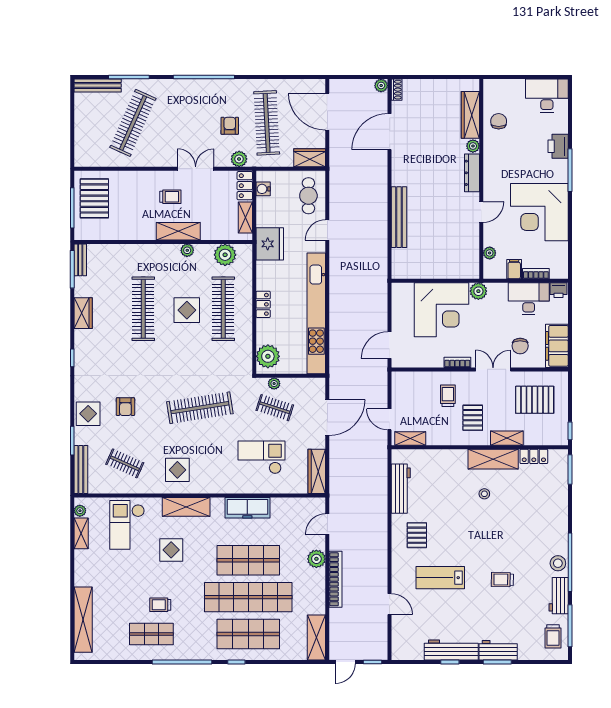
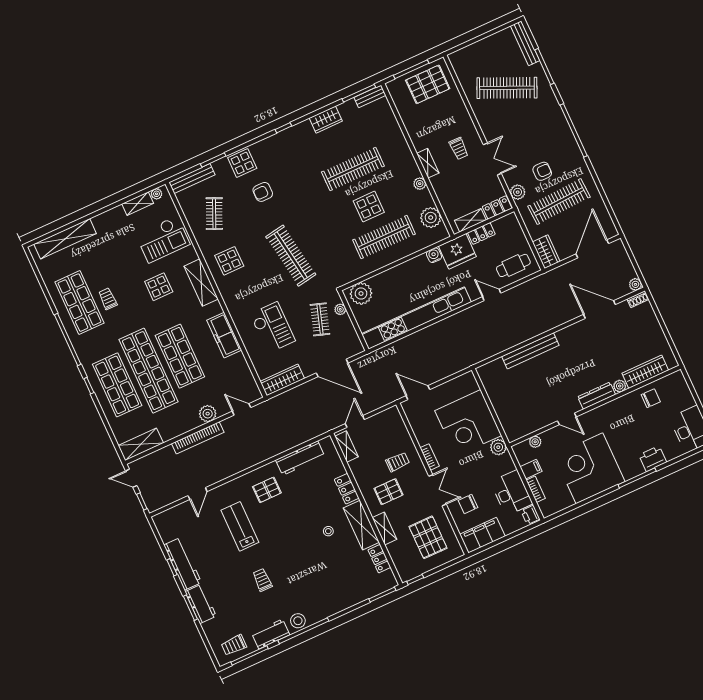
water cooler: (263, 189) -> (434, 255), moved
shelving: (178, 231) -> (428, 163), width x0.67, depth x0.75
locker: (263, 304) -> (481, 233), moved
locker: (451, 457) -> (347, 489), added
checkout: (127, 525) -> (163, 239), turned 180
shop shelf: (151, 634) -> (79, 303), width x1.43, depth x1.36

